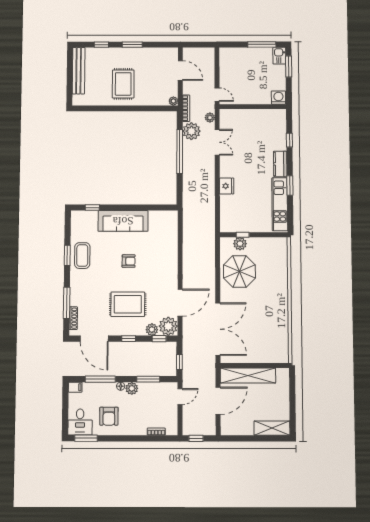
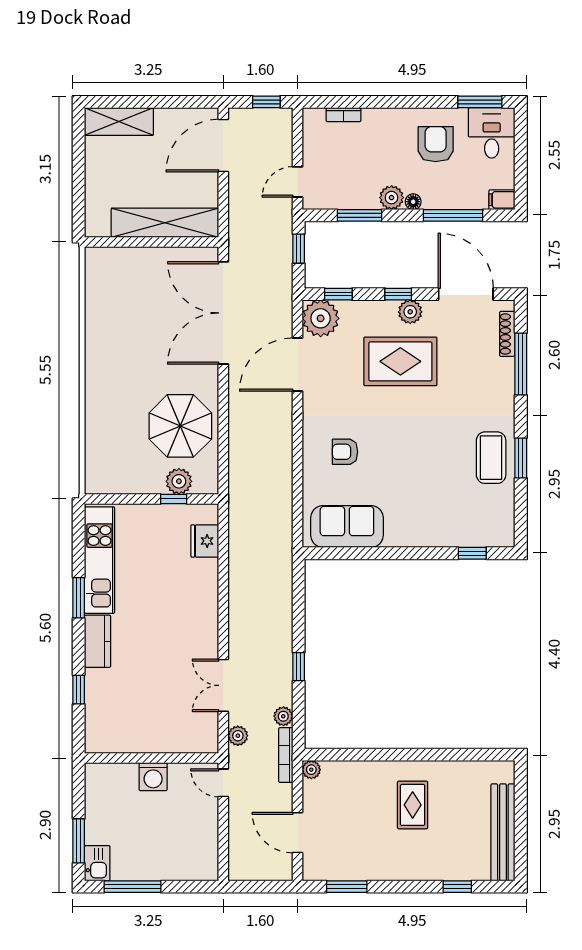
window: (132, 45) -> (347, 887), moved
rug: (123, 84) -> (413, 805), width x0.73, depth x0.70
washing machine: (278, 98) -> (153, 777), moved
plant: (191, 131) -> (283, 716), width x0.53, depth x0.53
window: (180, 151) -> (299, 667), width x0.32
fridge: (227, 186) -> (205, 541), moved
sofa: (123, 221) -> (347, 526), moved, width x0.73
armchair: (129, 261) -> (345, 452), moved
plant: (152, 330) -> (410, 312), moved
door: (218, 401) -> (223, 146), moved

